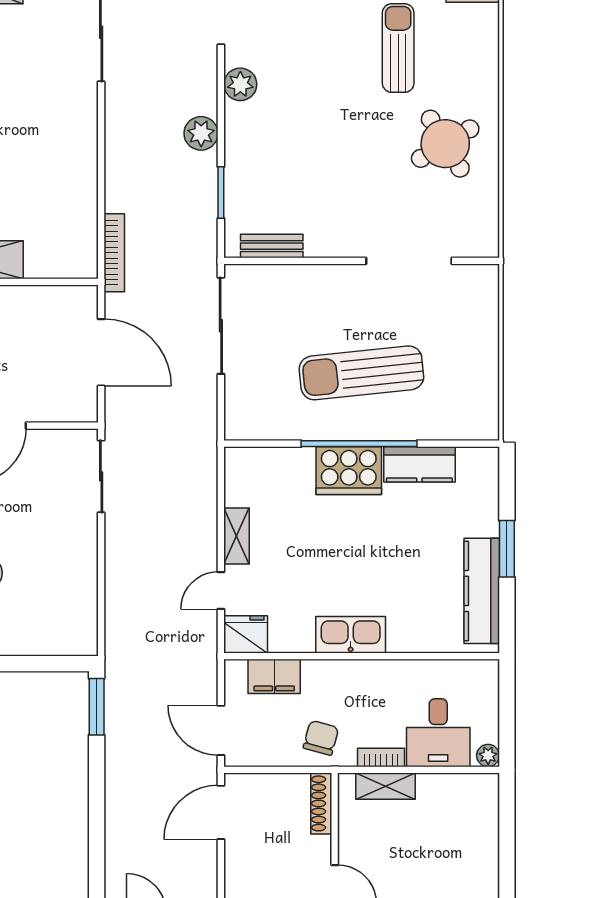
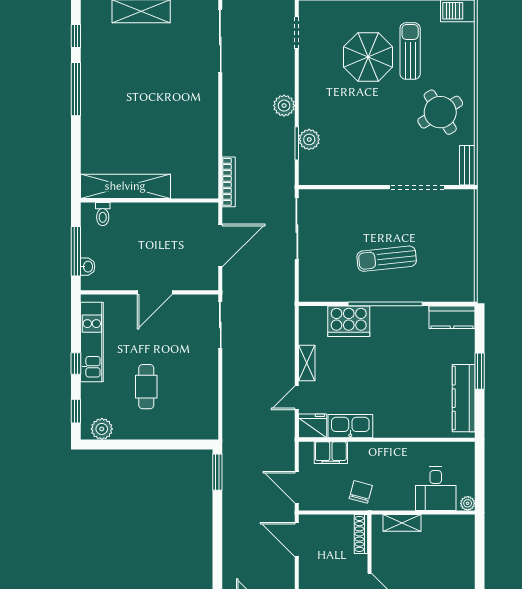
parasol: (332, 57) -> (368, 57), added
plant: (240, 84) -> (309, 139), moved
bench: (272, 246) -> (467, 165), moved, turned 90
door: (101, 352) -> (220, 246), hinge flipped
sun lounger: (361, 373) -> (387, 259), width x0.73, depth x0.75
kitchen counter: (419, 464) -> (452, 317), moved
cooker: (349, 471) -> (349, 321), moved
kitchen sink: (351, 635) -> (350, 426), moved
bookcase: (381, 757) -> (399, 505), removed
door: (221, 812) -> (297, 540), hinge flipped

